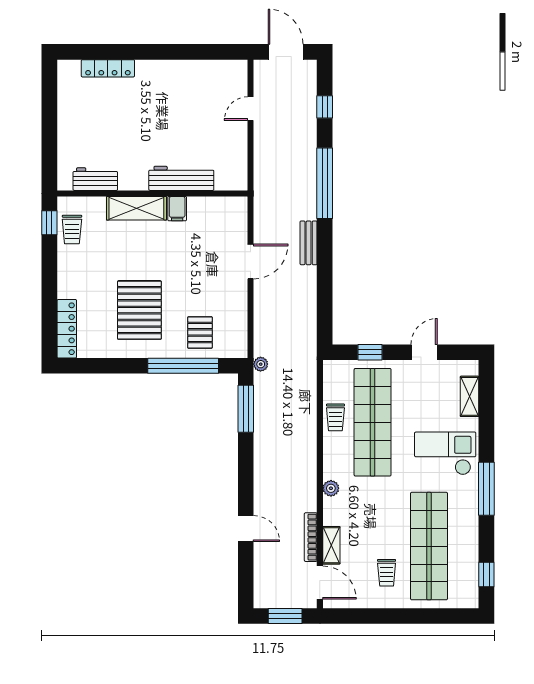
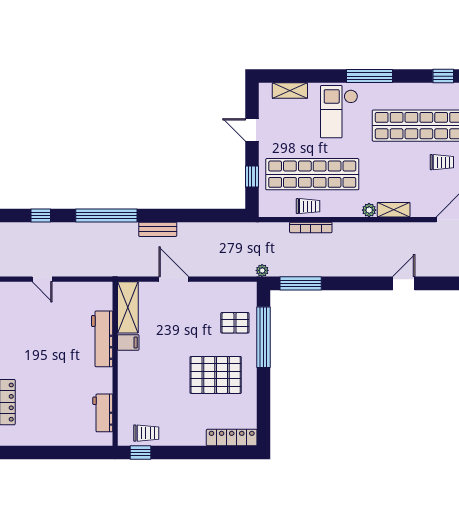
shelving: (136, 208) -> (128, 307), moved
bookcase: (311, 537) -> (311, 227), moved
shelving: (331, 545) -> (394, 210), moved

